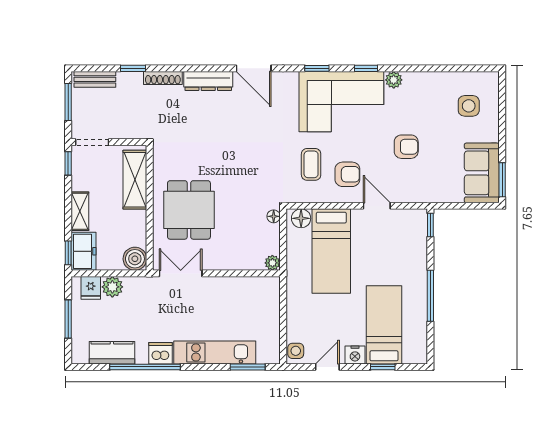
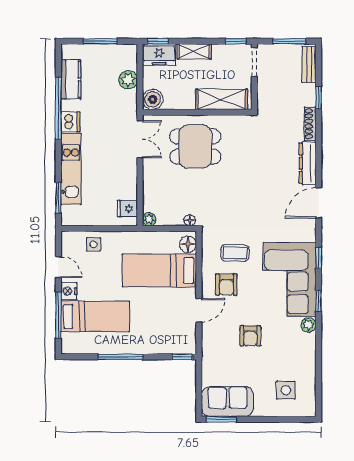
fridge: (91, 288) -> (127, 209), moved
side table: (296, 351) -> (93, 244), moved
window: (383, 367) -> (58, 315), width x2.17

